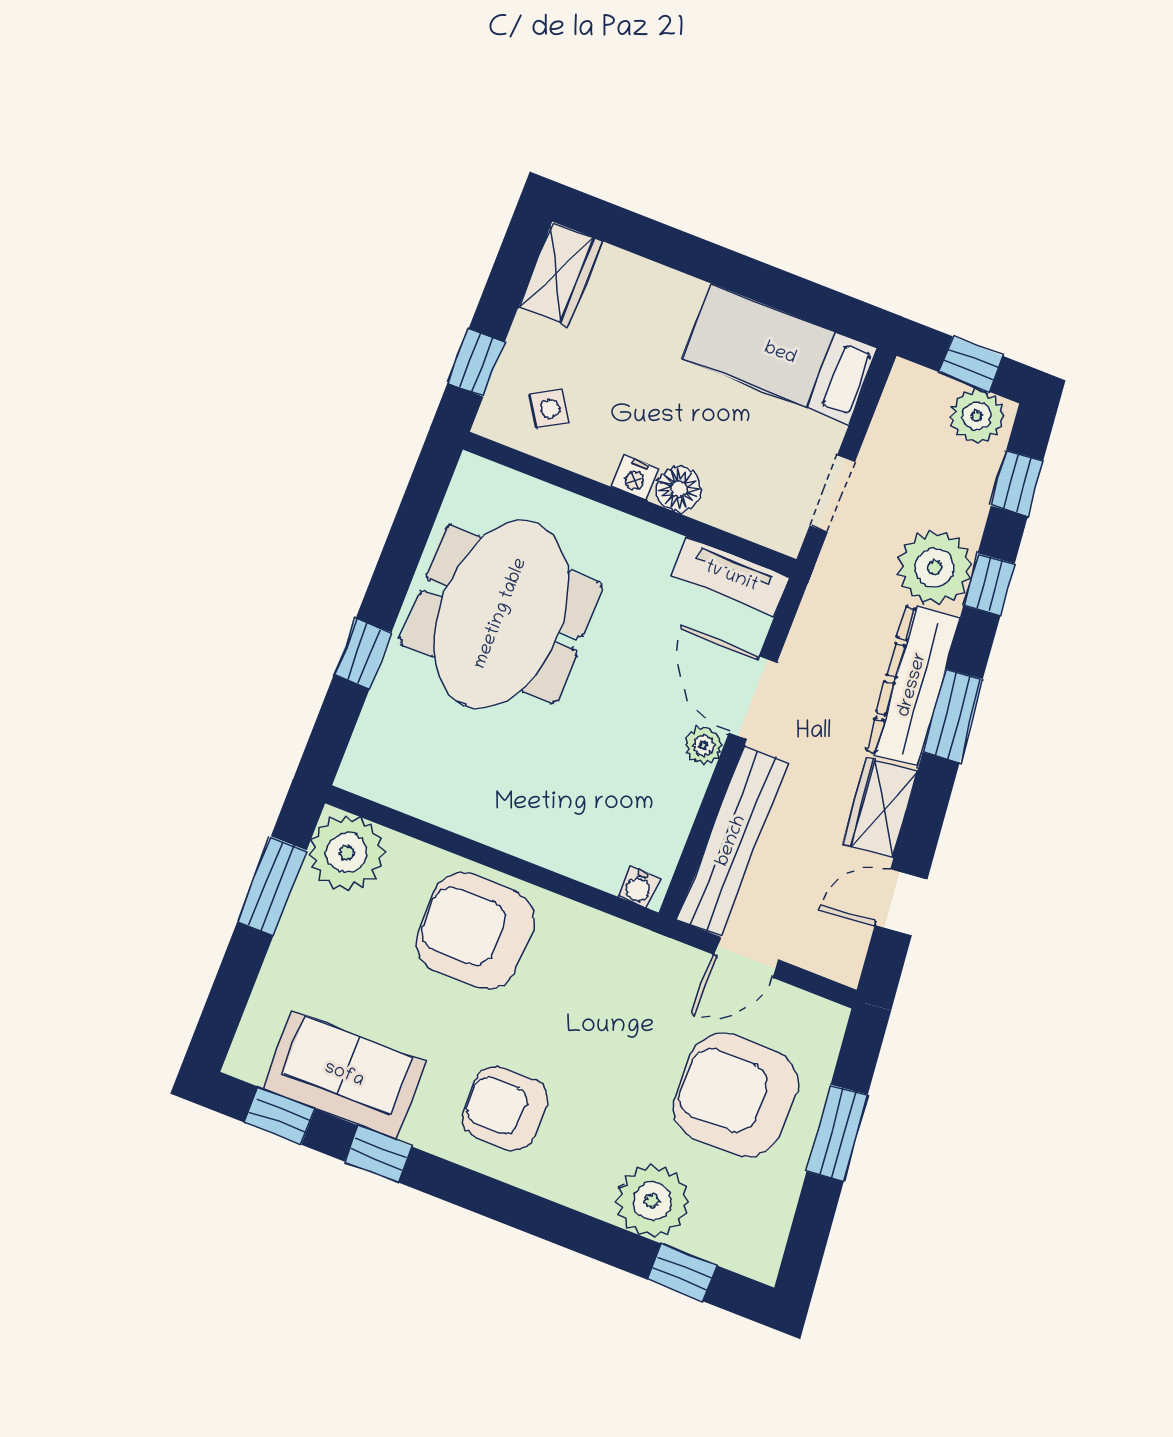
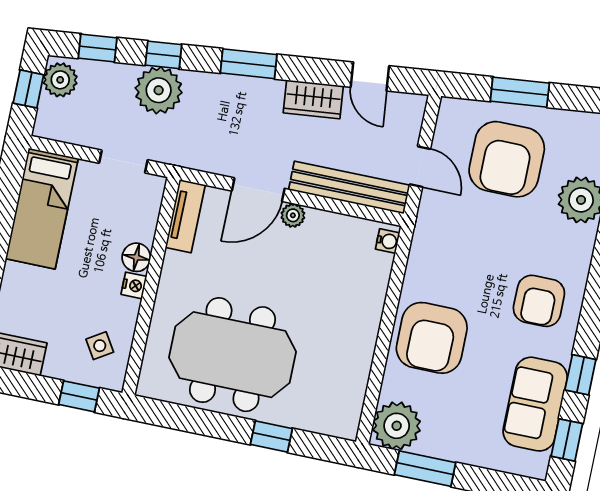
dresser: (913, 685) -> (234, 92), removed

